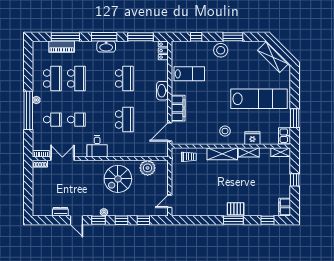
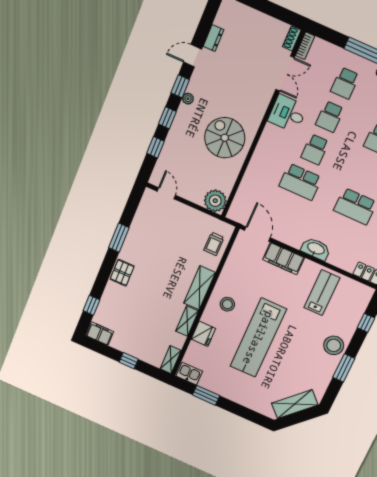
lab bench: (189, 74) -> (322, 293), turned 180
lab bench: (259, 99) -> (258, 338), moved
school desk: (100, 120) -> (315, 150), added
desk: (97, 146) -> (288, 114), moved
plant: (148, 168) -> (215, 201), moved
window: (233, 220) -> (119, 238), moved

